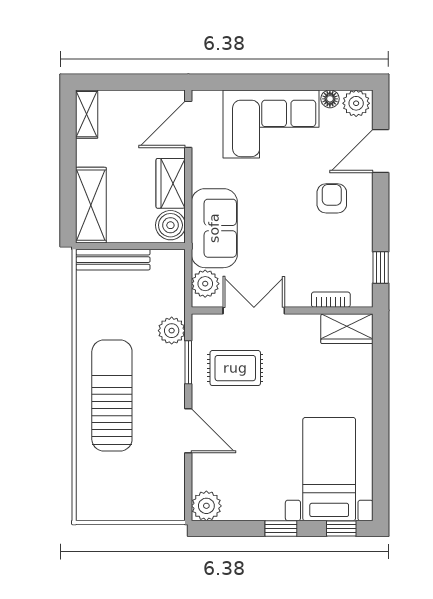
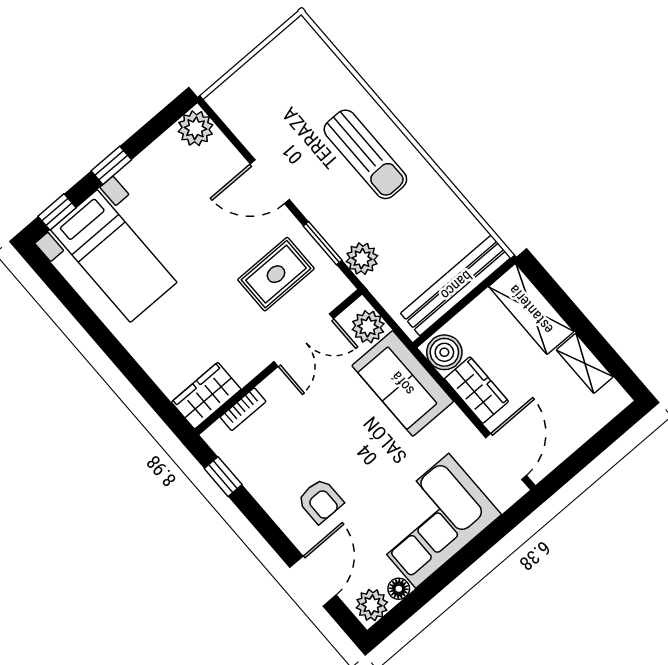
shelving: (87, 114) -> (585, 363), moved
bench: (113, 260) -> (456, 285), width x1.37, depth x1.21
sun lounger: (112, 395) -> (365, 154), width x0.73, depth x0.75

